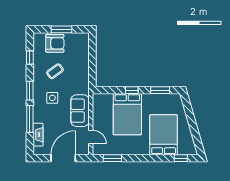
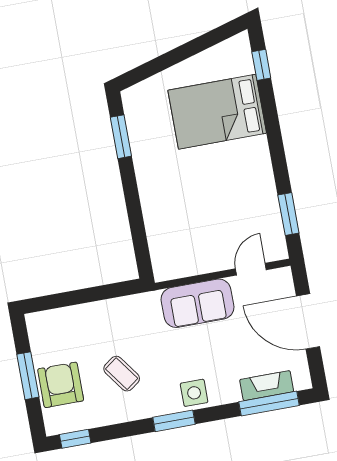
window: (30, 58) -> (75, 439), moved
window: (132, 90) -> (132, 199), removed
side table: (52, 98) -> (194, 393), moved
bed: (127, 114) -> (186, 199), removed
window: (30, 119) -> (269, 404), moved

